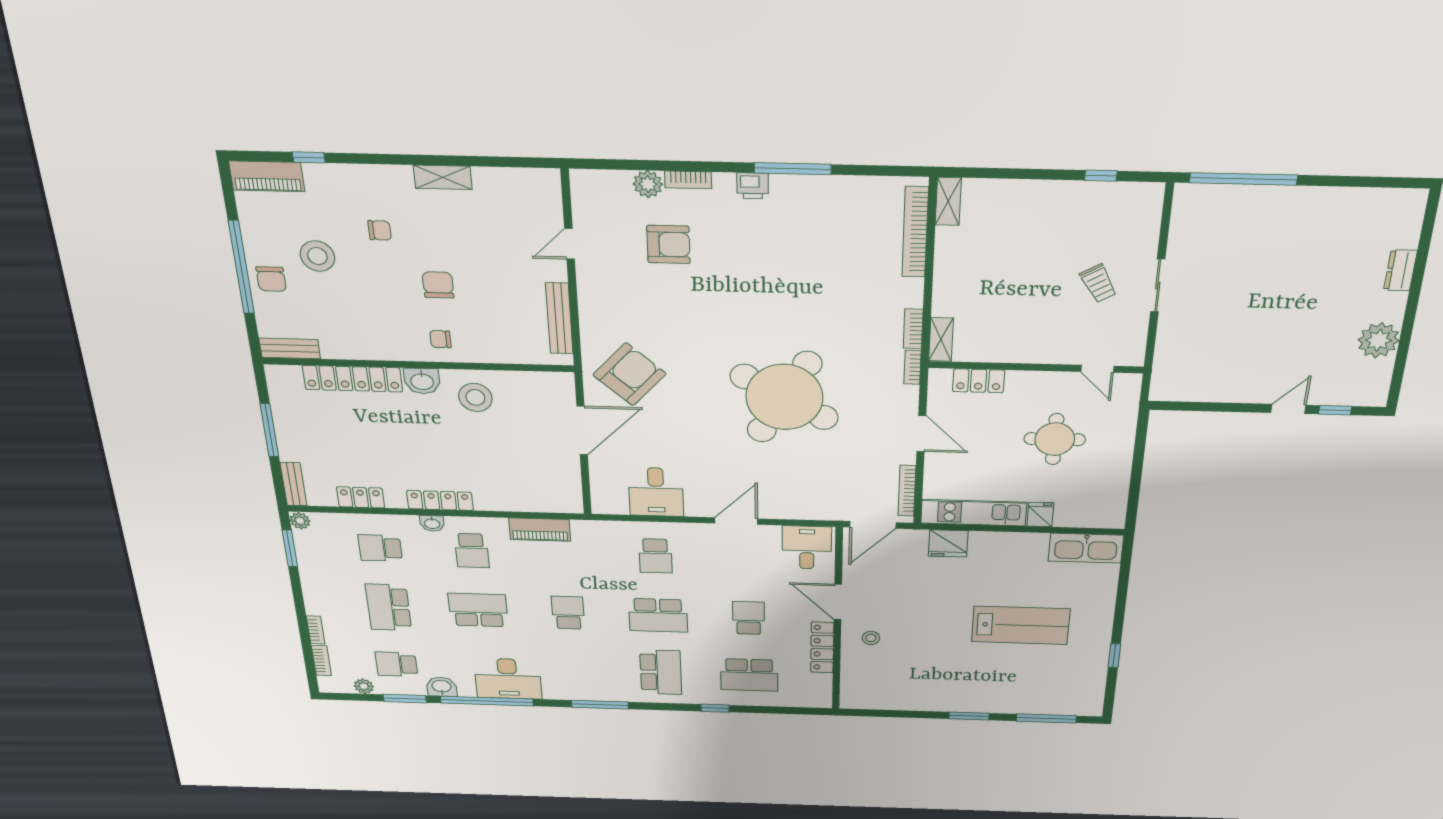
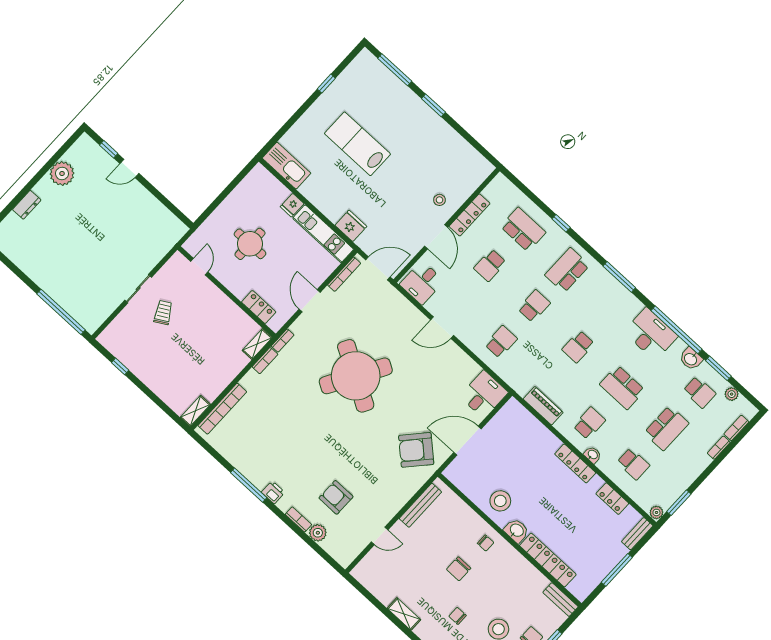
desk: (656, 492) -> (484, 394), moved
school desk: (658, 615) -> (534, 306), width x0.54

